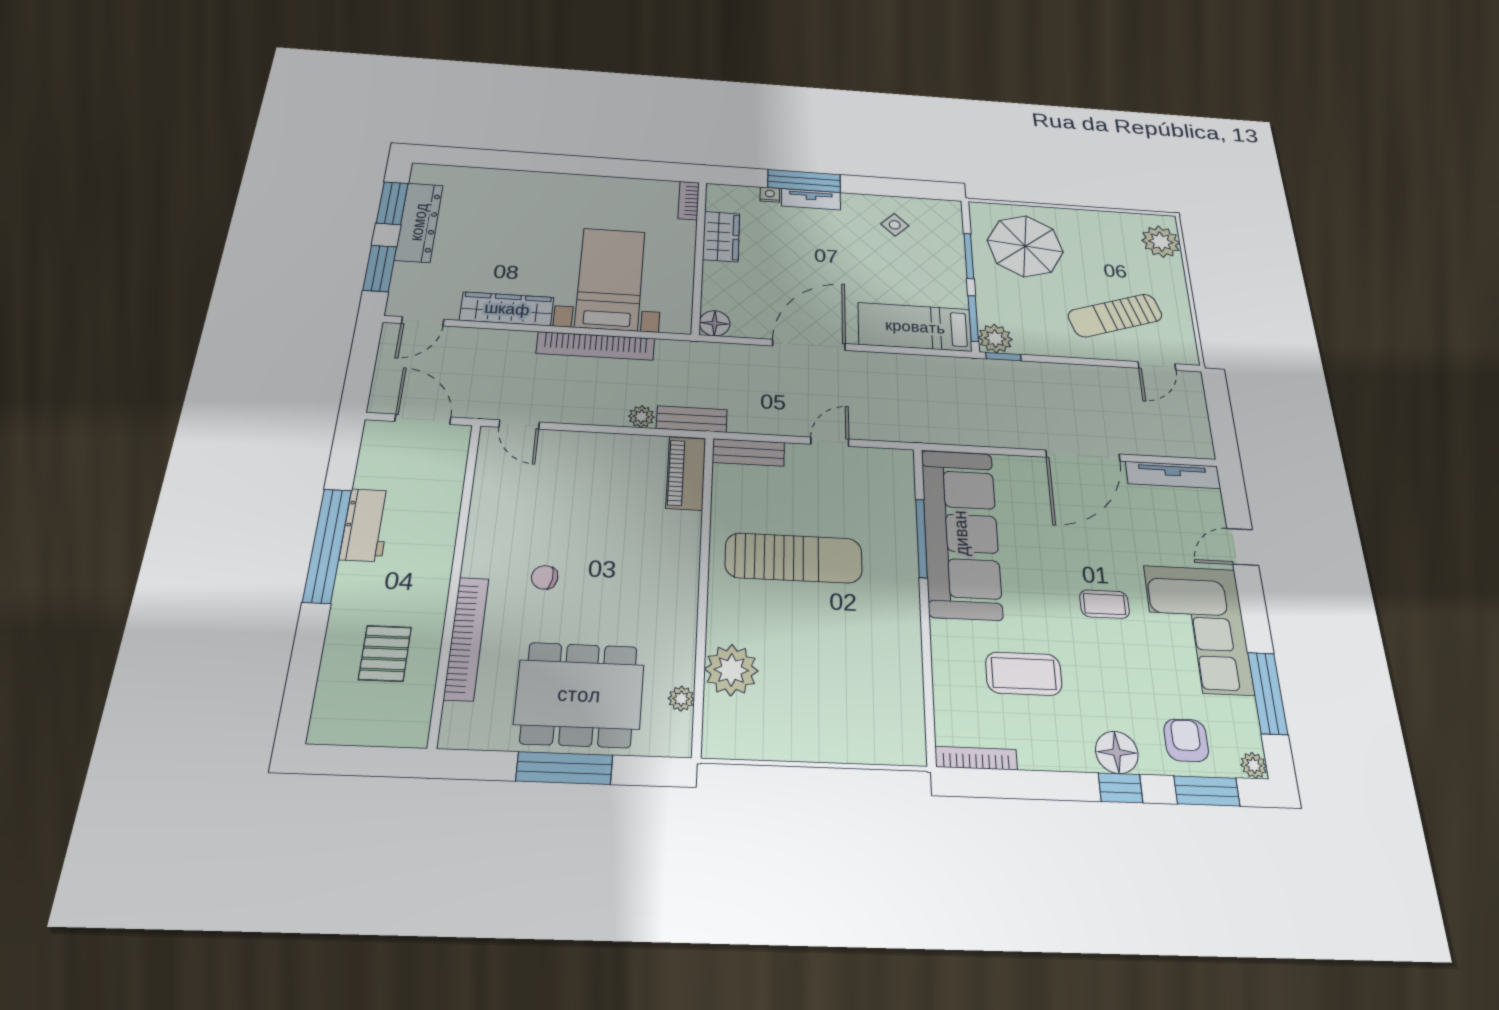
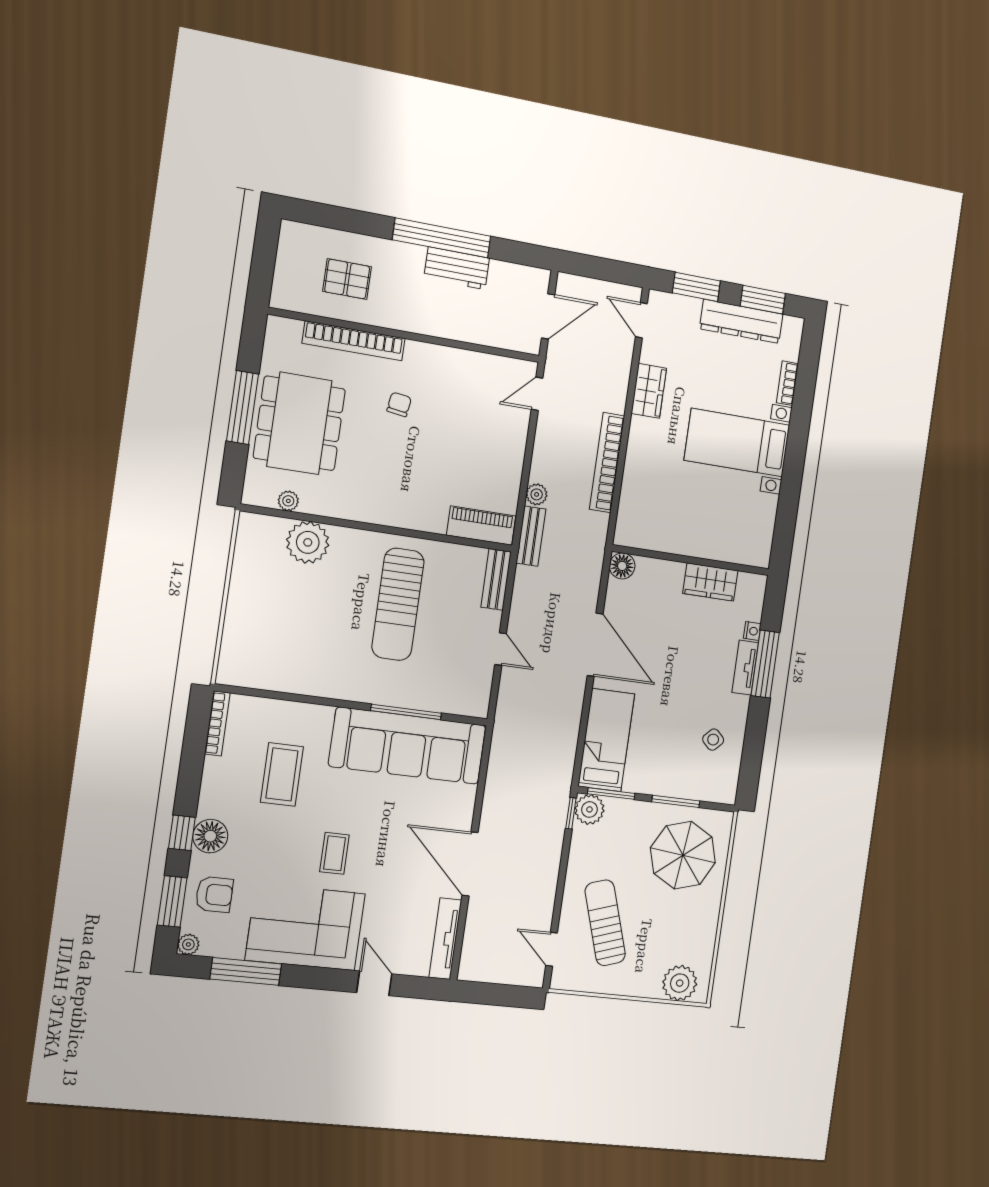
bookcase: (689, 201) -> (787, 383), moved, turned -90
bed with nightstands: (610, 279) -> (737, 443), moved, turned 180
wardrobe: (507, 309) -> (649, 391), width x0.67

